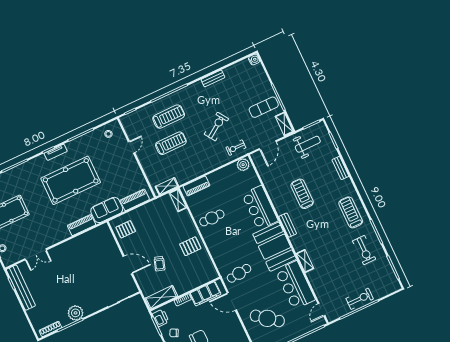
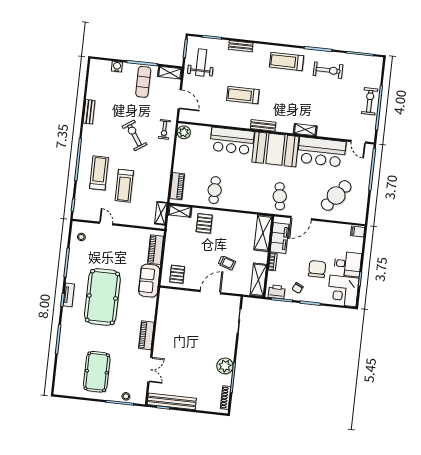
water cooler: (254, 60) -> (117, 67), moved
treadmill: (171, 143) -> (124, 186), turned 180
piano: (82, 225) -> (146, 335), moved
pallet: (190, 246) -> (204, 223), moved
shelving: (201, 278) -> (263, 233), added

